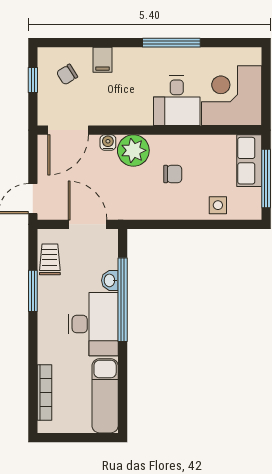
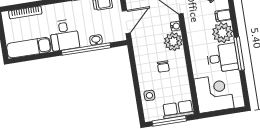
plant: (132, 65) -> (223, 33), added
desk: (177, 101) -> (222, 58), moved, turned 180
desk: (93, 324) -> (64, 35), width x0.73

